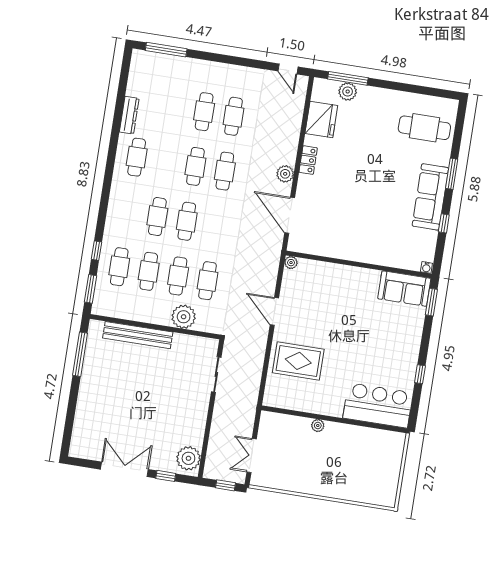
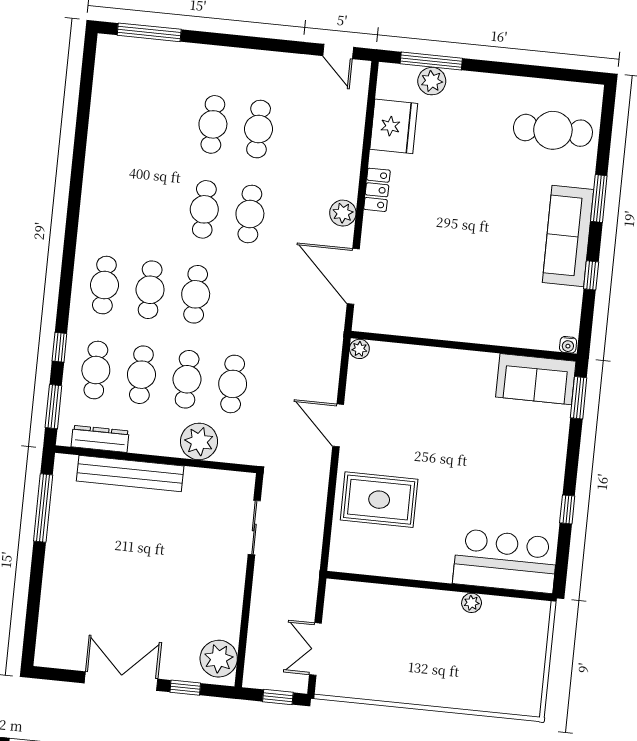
dresser: (129, 115) -> (100, 439), moved, turned -90
cafe table: (137, 157) -> (104, 285), moved
plant: (318, 425) -> (472, 603), moved

